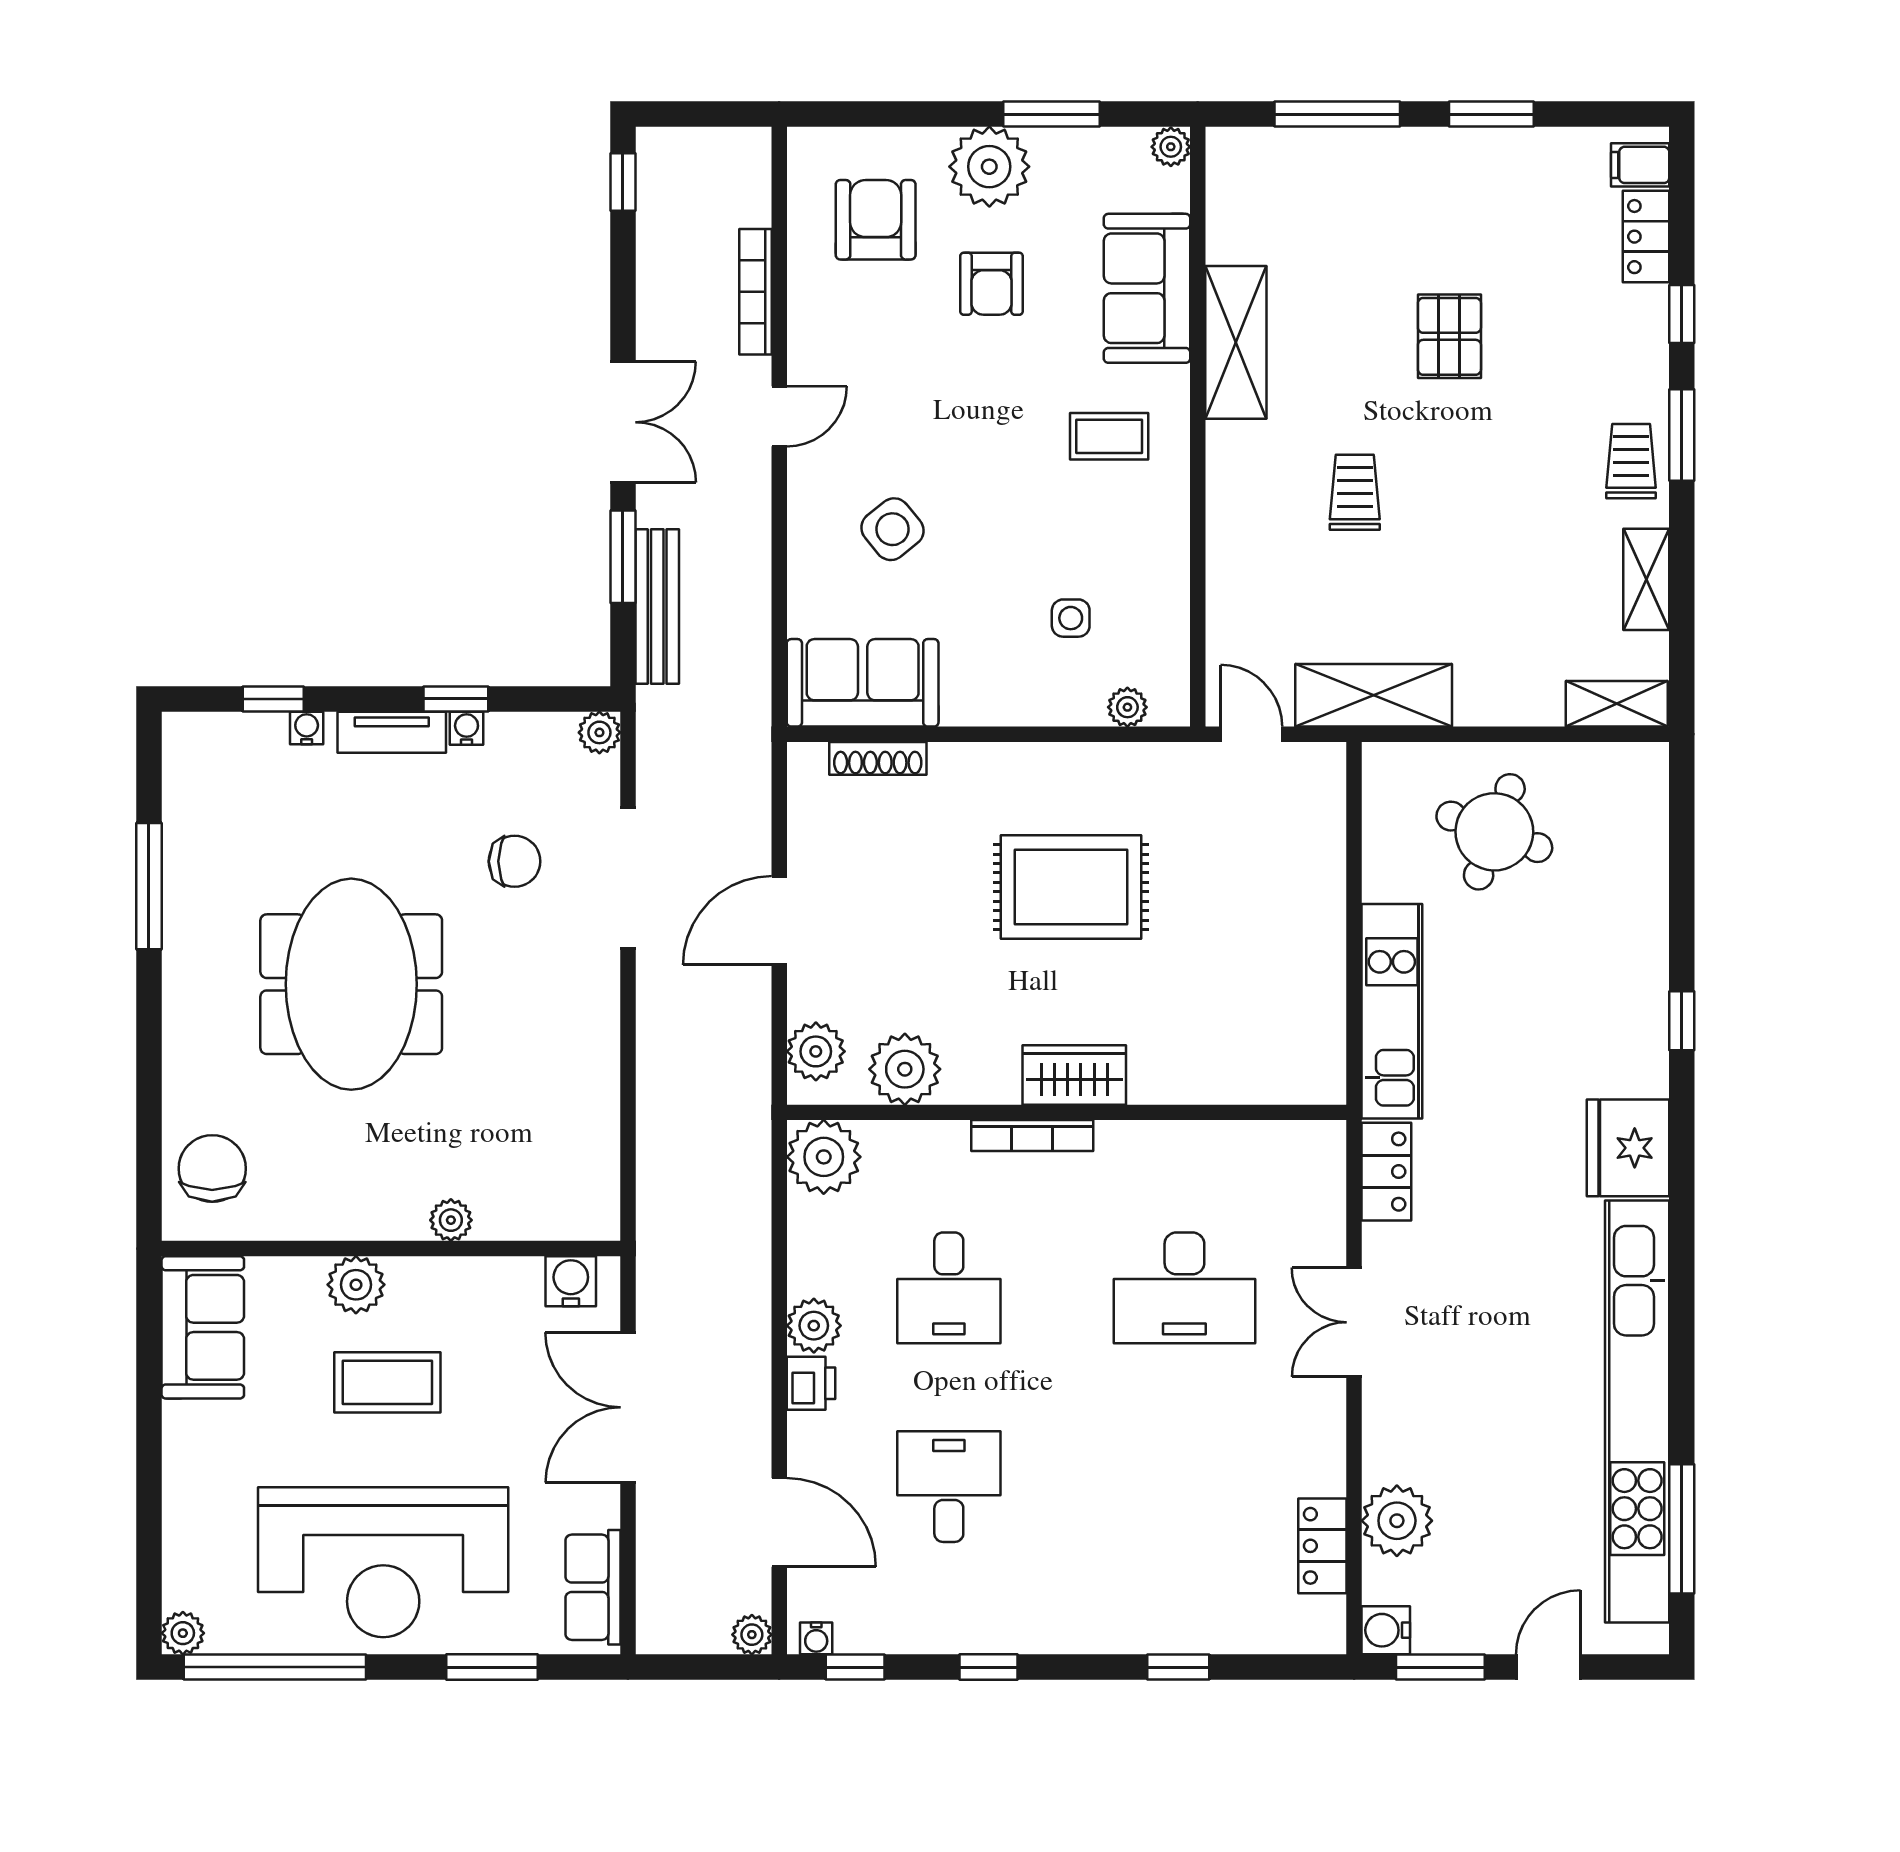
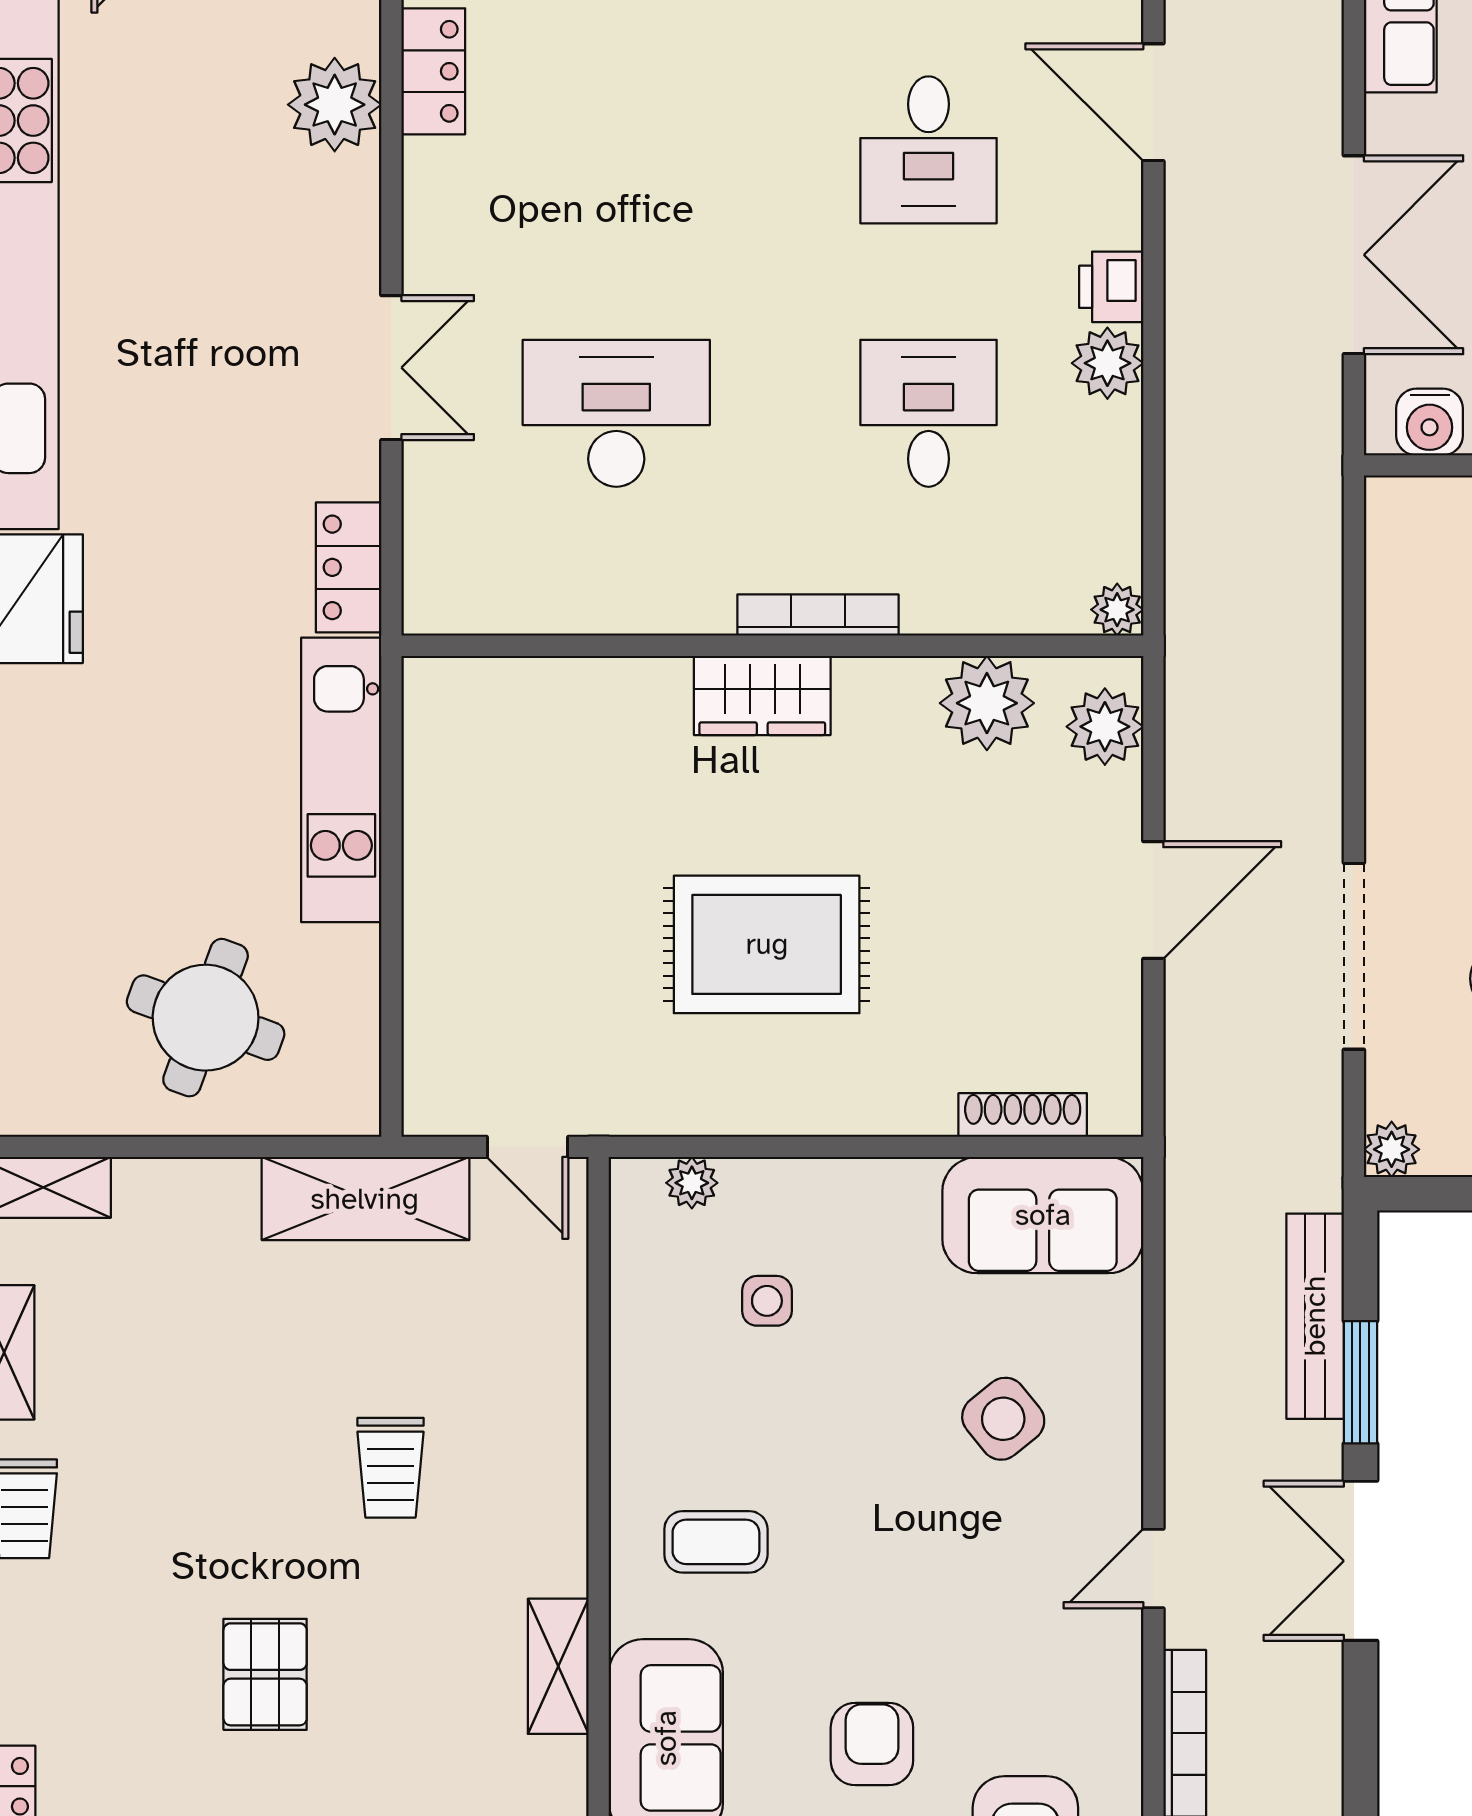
shelving: (1236, 342) -> (558, 1666), width x0.67, depth x0.75
plant: (824, 1157) -> (1117, 610), width x0.53, depth x0.53

